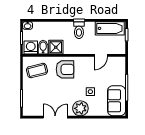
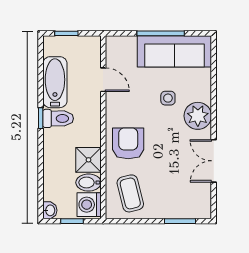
bathtub: (110, 28) -> (55, 82), moved
sofa: (117, 101) -> (174, 51), width x1.36

